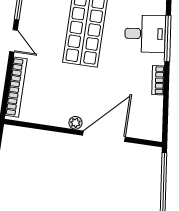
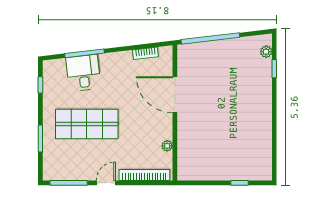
bookcase: (158, 80) -> (145, 53), moved
plant: (75, 123) -> (167, 146), moved

